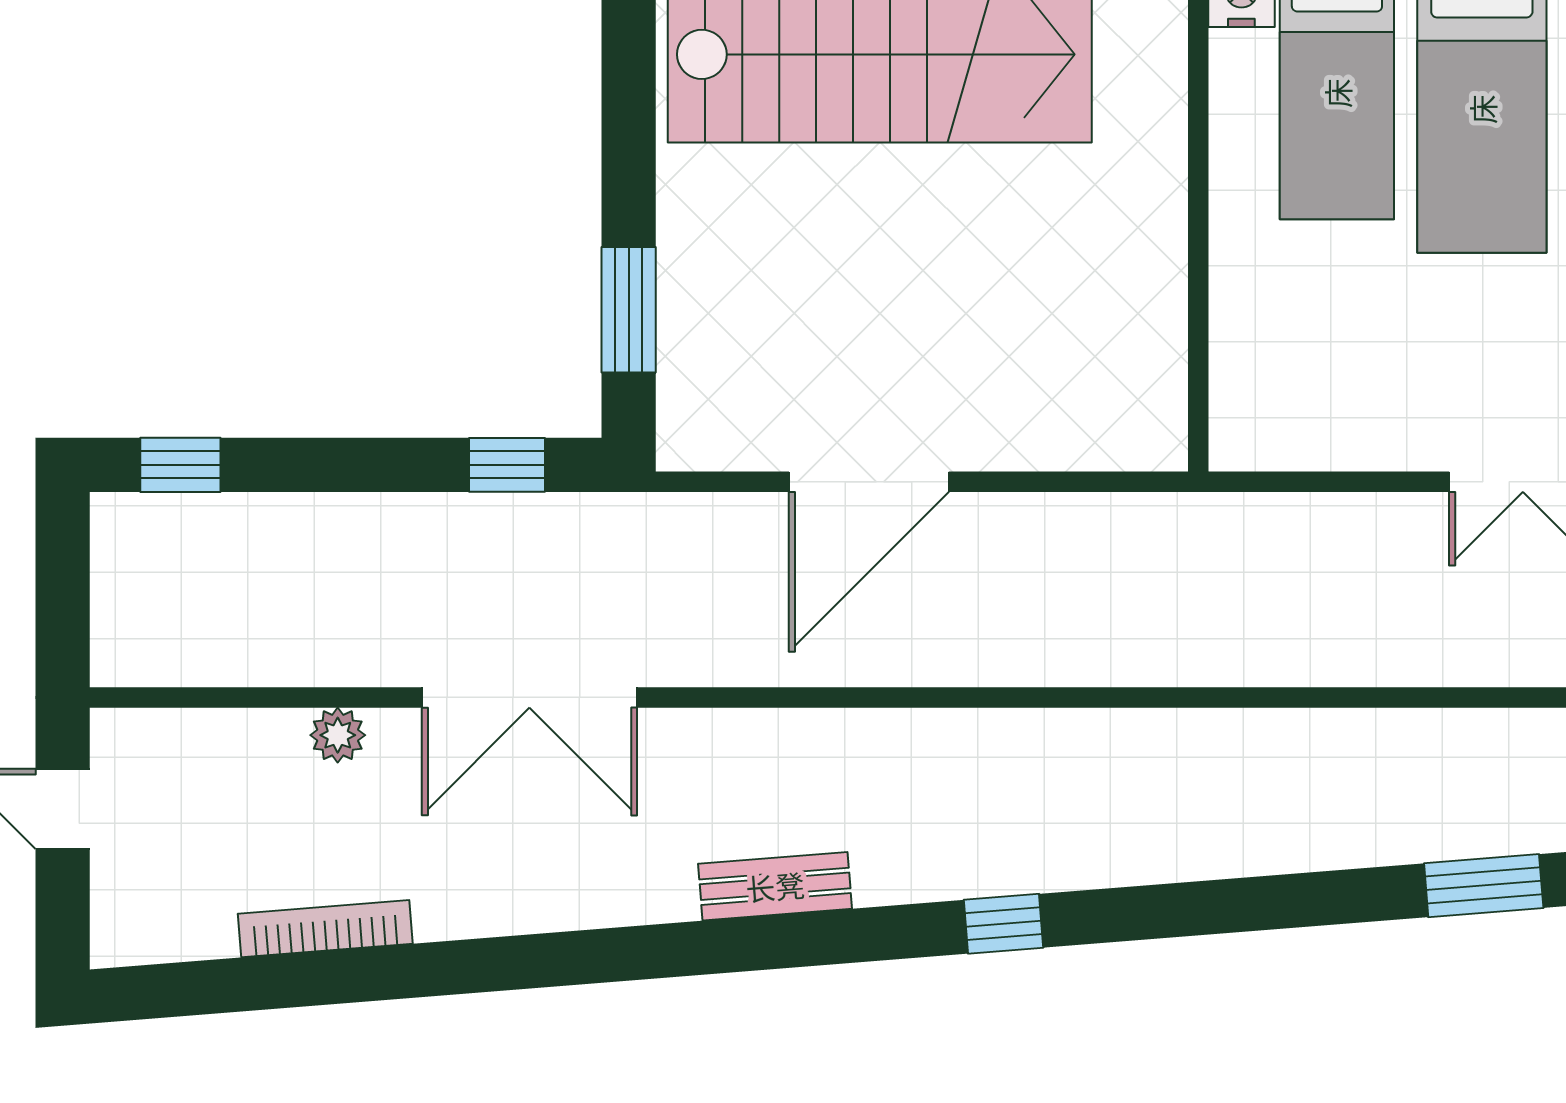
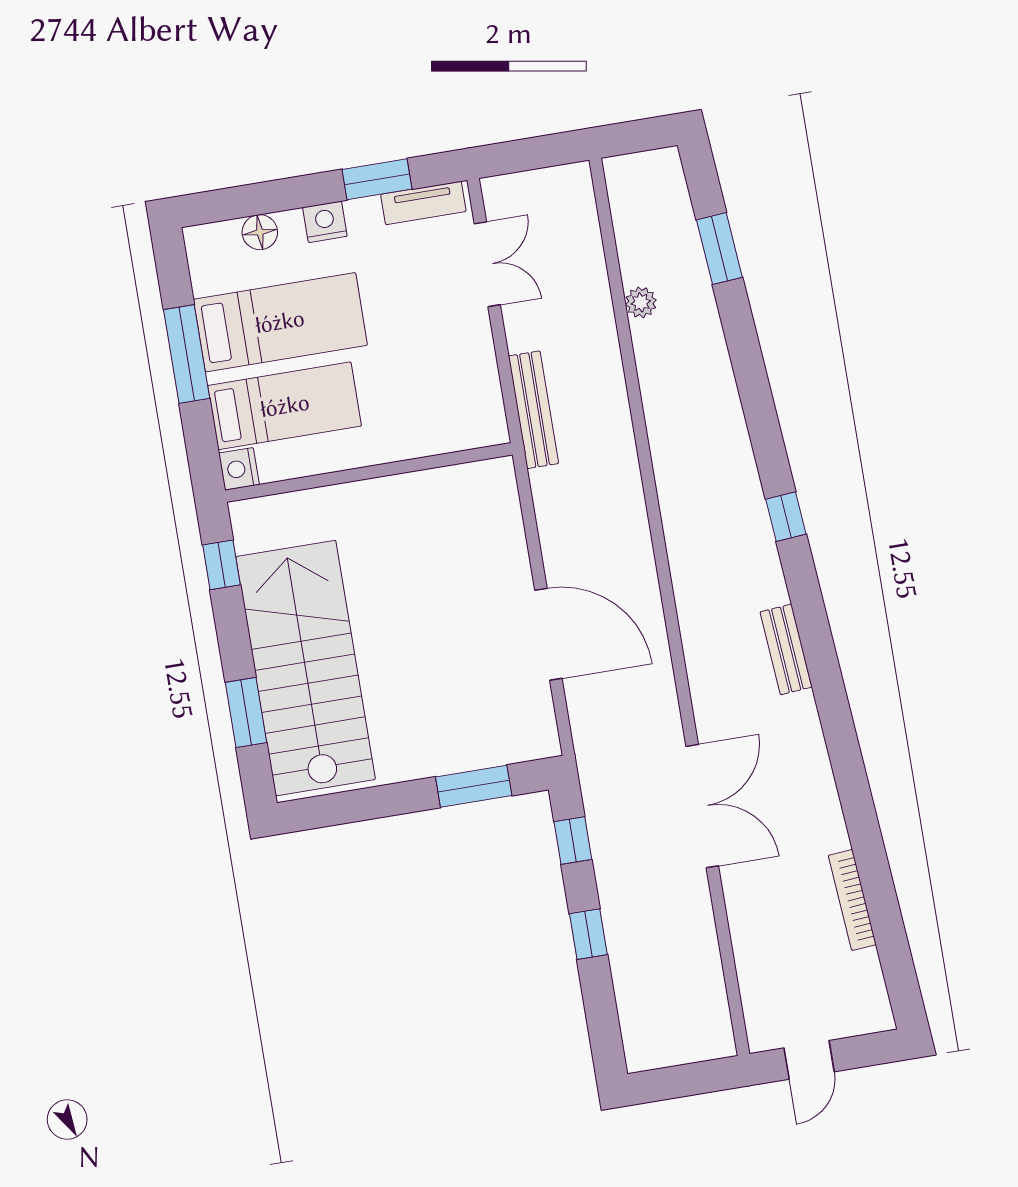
window: (180, 465) -> (588, 934), moved
bench: (1259, 520) -> (533, 410), added
plant: (338, 735) -> (641, 302), moved

